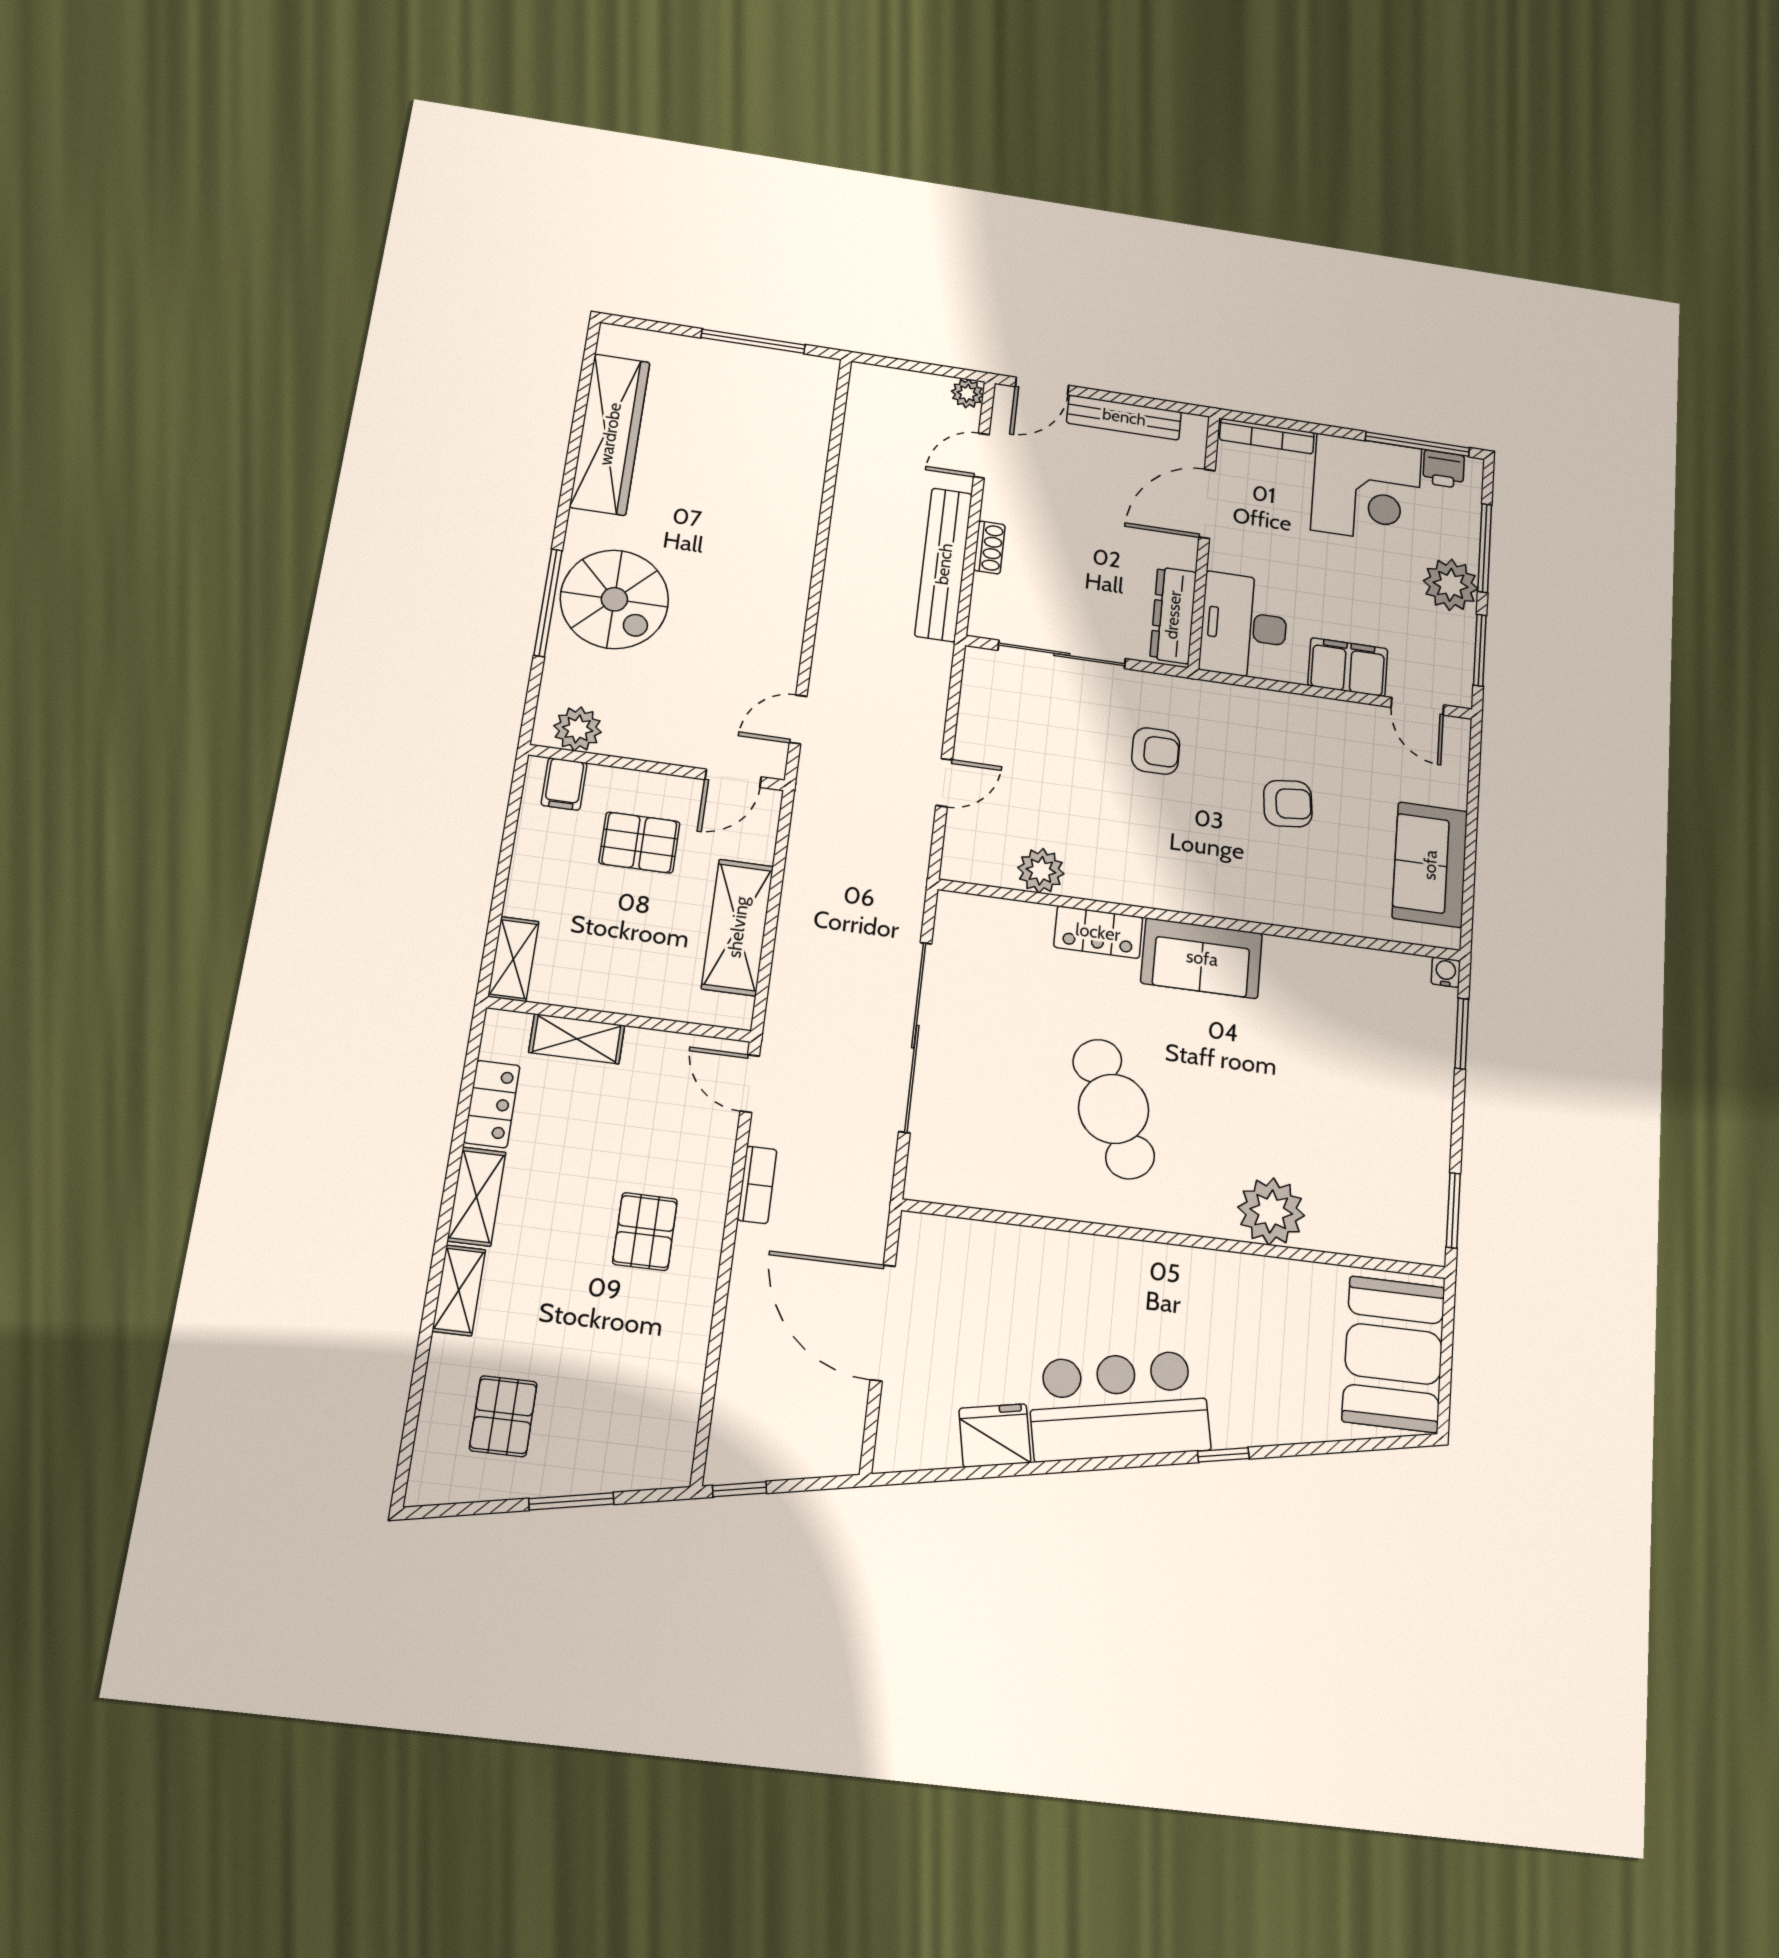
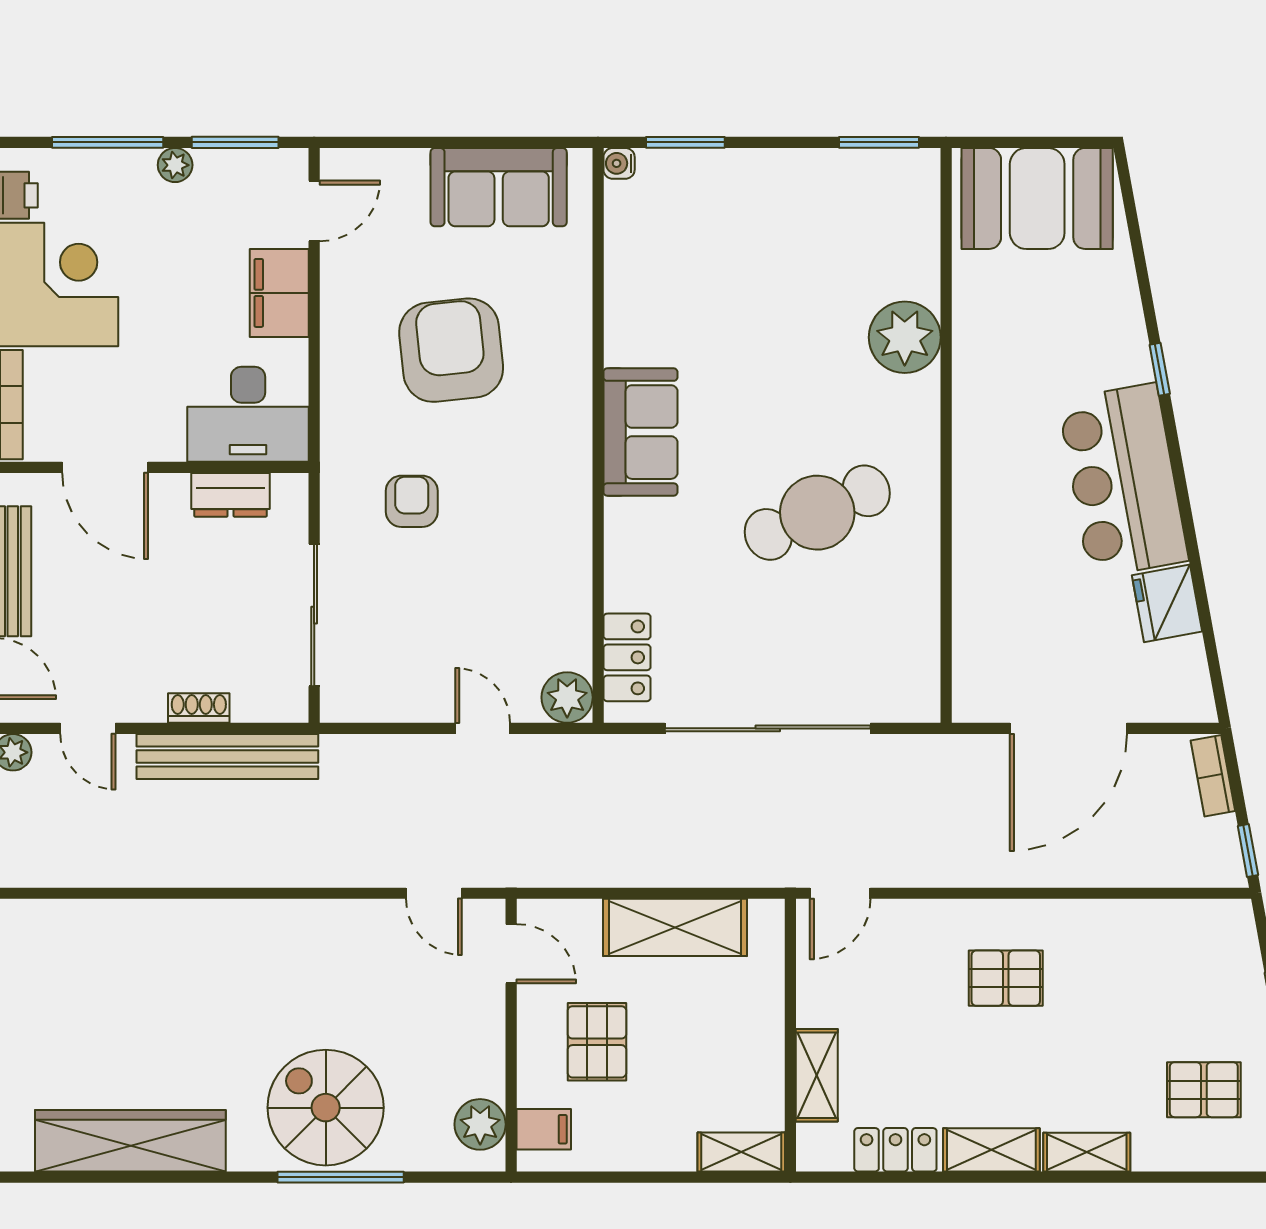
plant: (1451, 585) -> (175, 165), width x0.53, depth x0.53
spiral stairs: (614, 599) -> (326, 1108), turned -90
dresser: (1173, 615) -> (231, 495), width x0.70
armchair: (1288, 804) -> (451, 350), width x1.88, depth x1.88
plant: (1041, 871) -> (567, 697), moved
locker: (1098, 932) -> (627, 657), moved
bookcase: (757, 1185) -> (1213, 776), moved, turned -100

